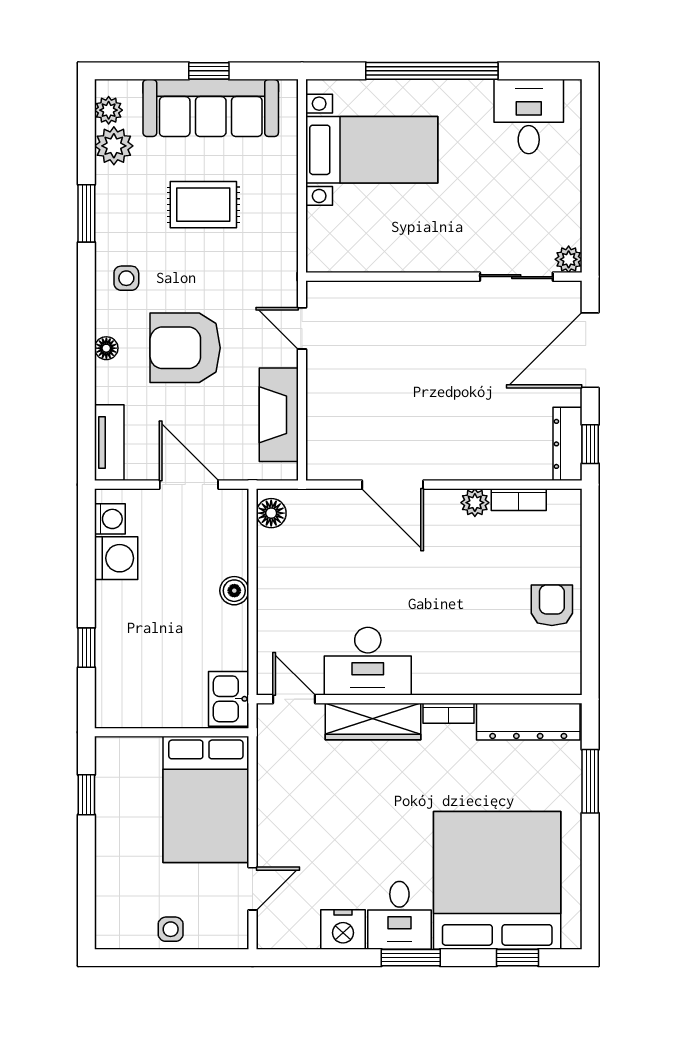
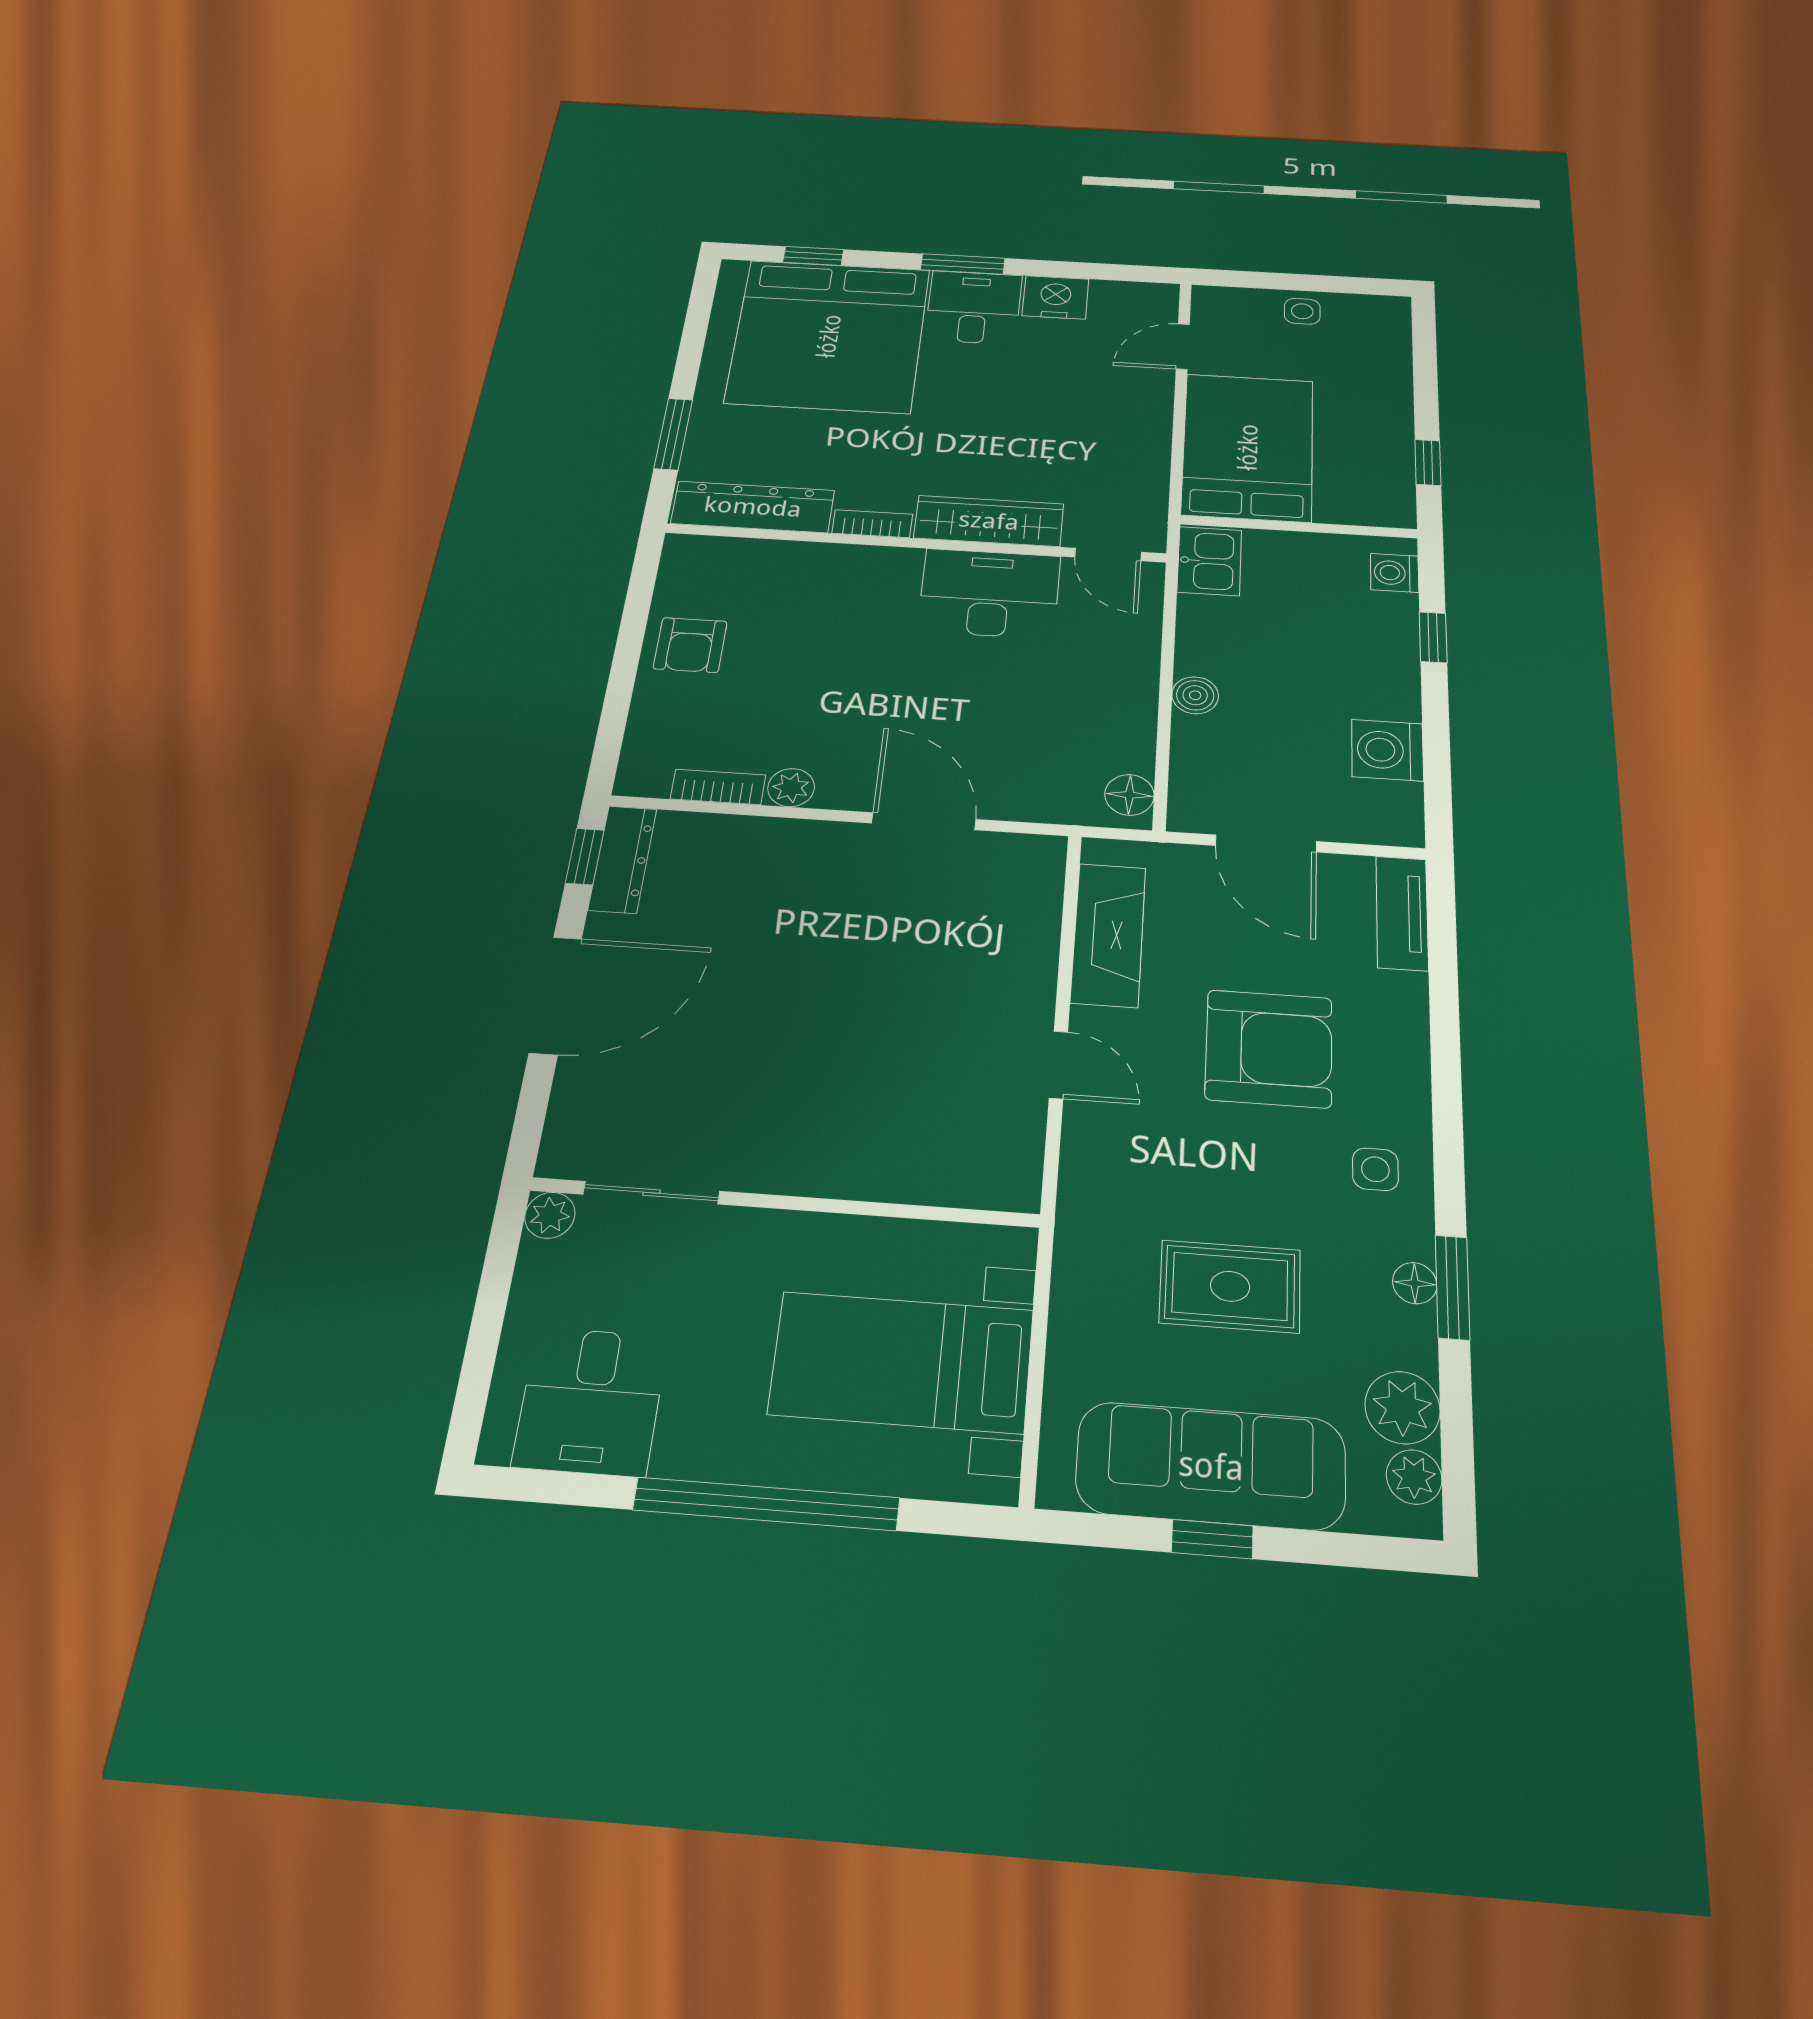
plant: (569, 259) -> (550, 1215), moved
wall: (444, 277) -> (784, 1202), moved
sliding door: (516, 277) -> (651, 1193), moved
floor lamp: (106, 348) -> (1415, 1283), moved
washing machine: (110, 519) -> (1395, 573), moved

